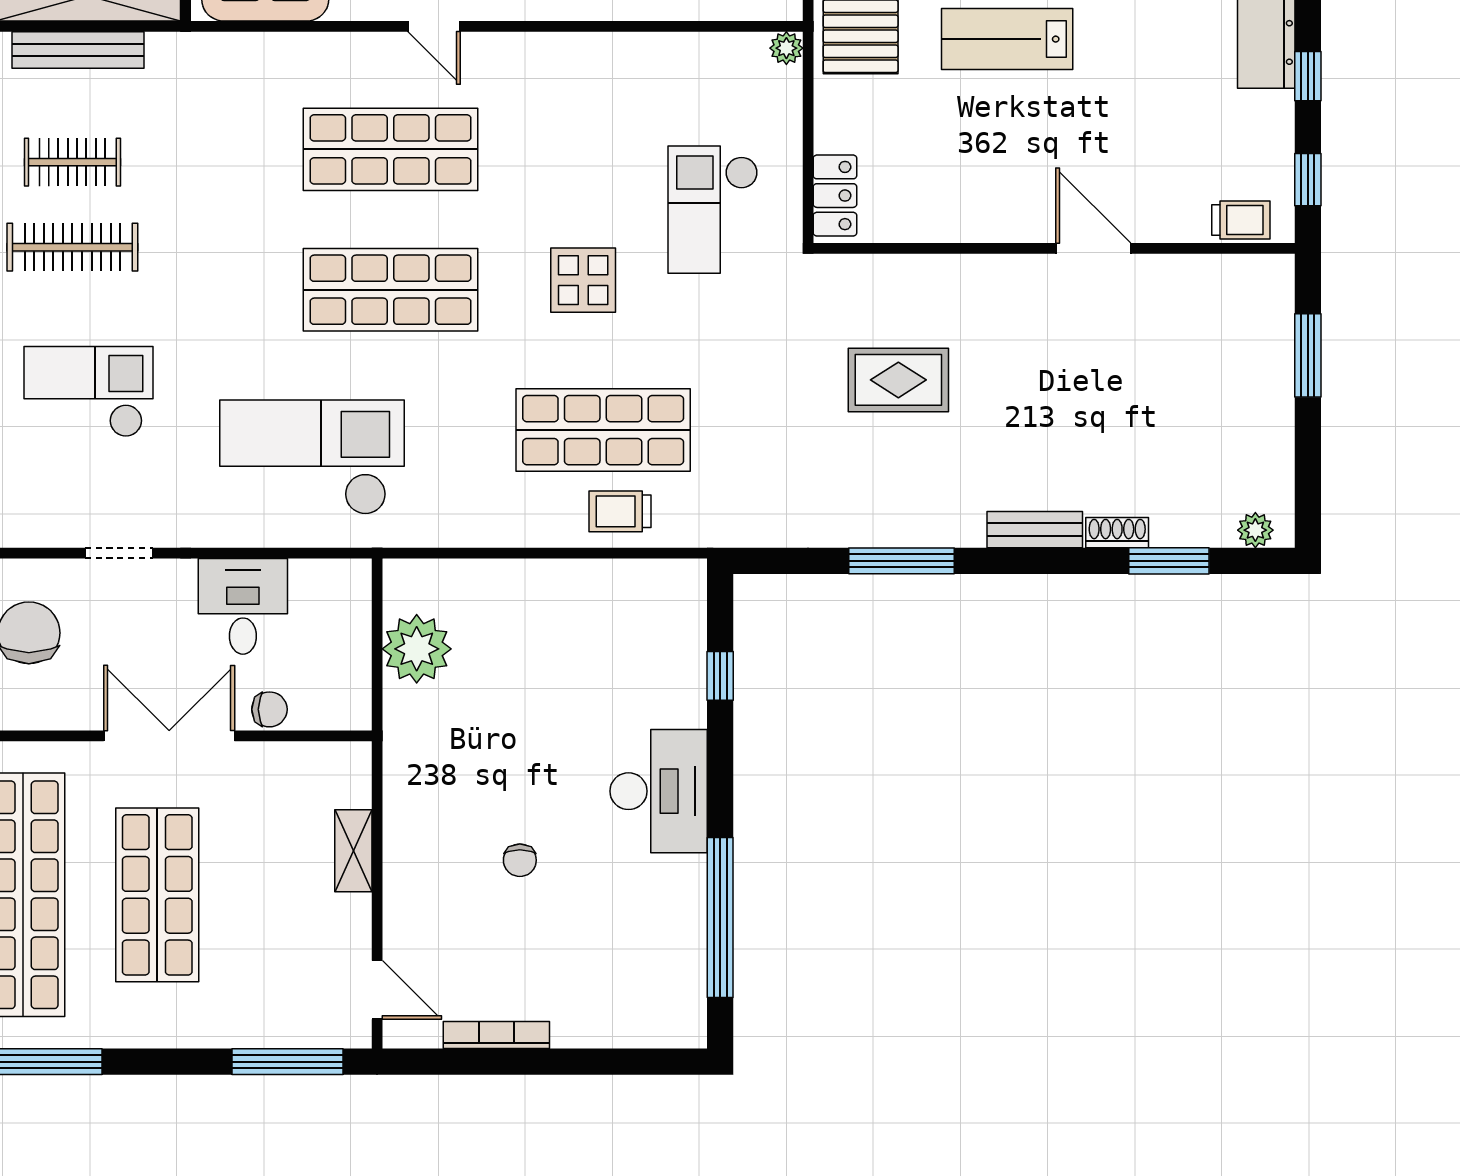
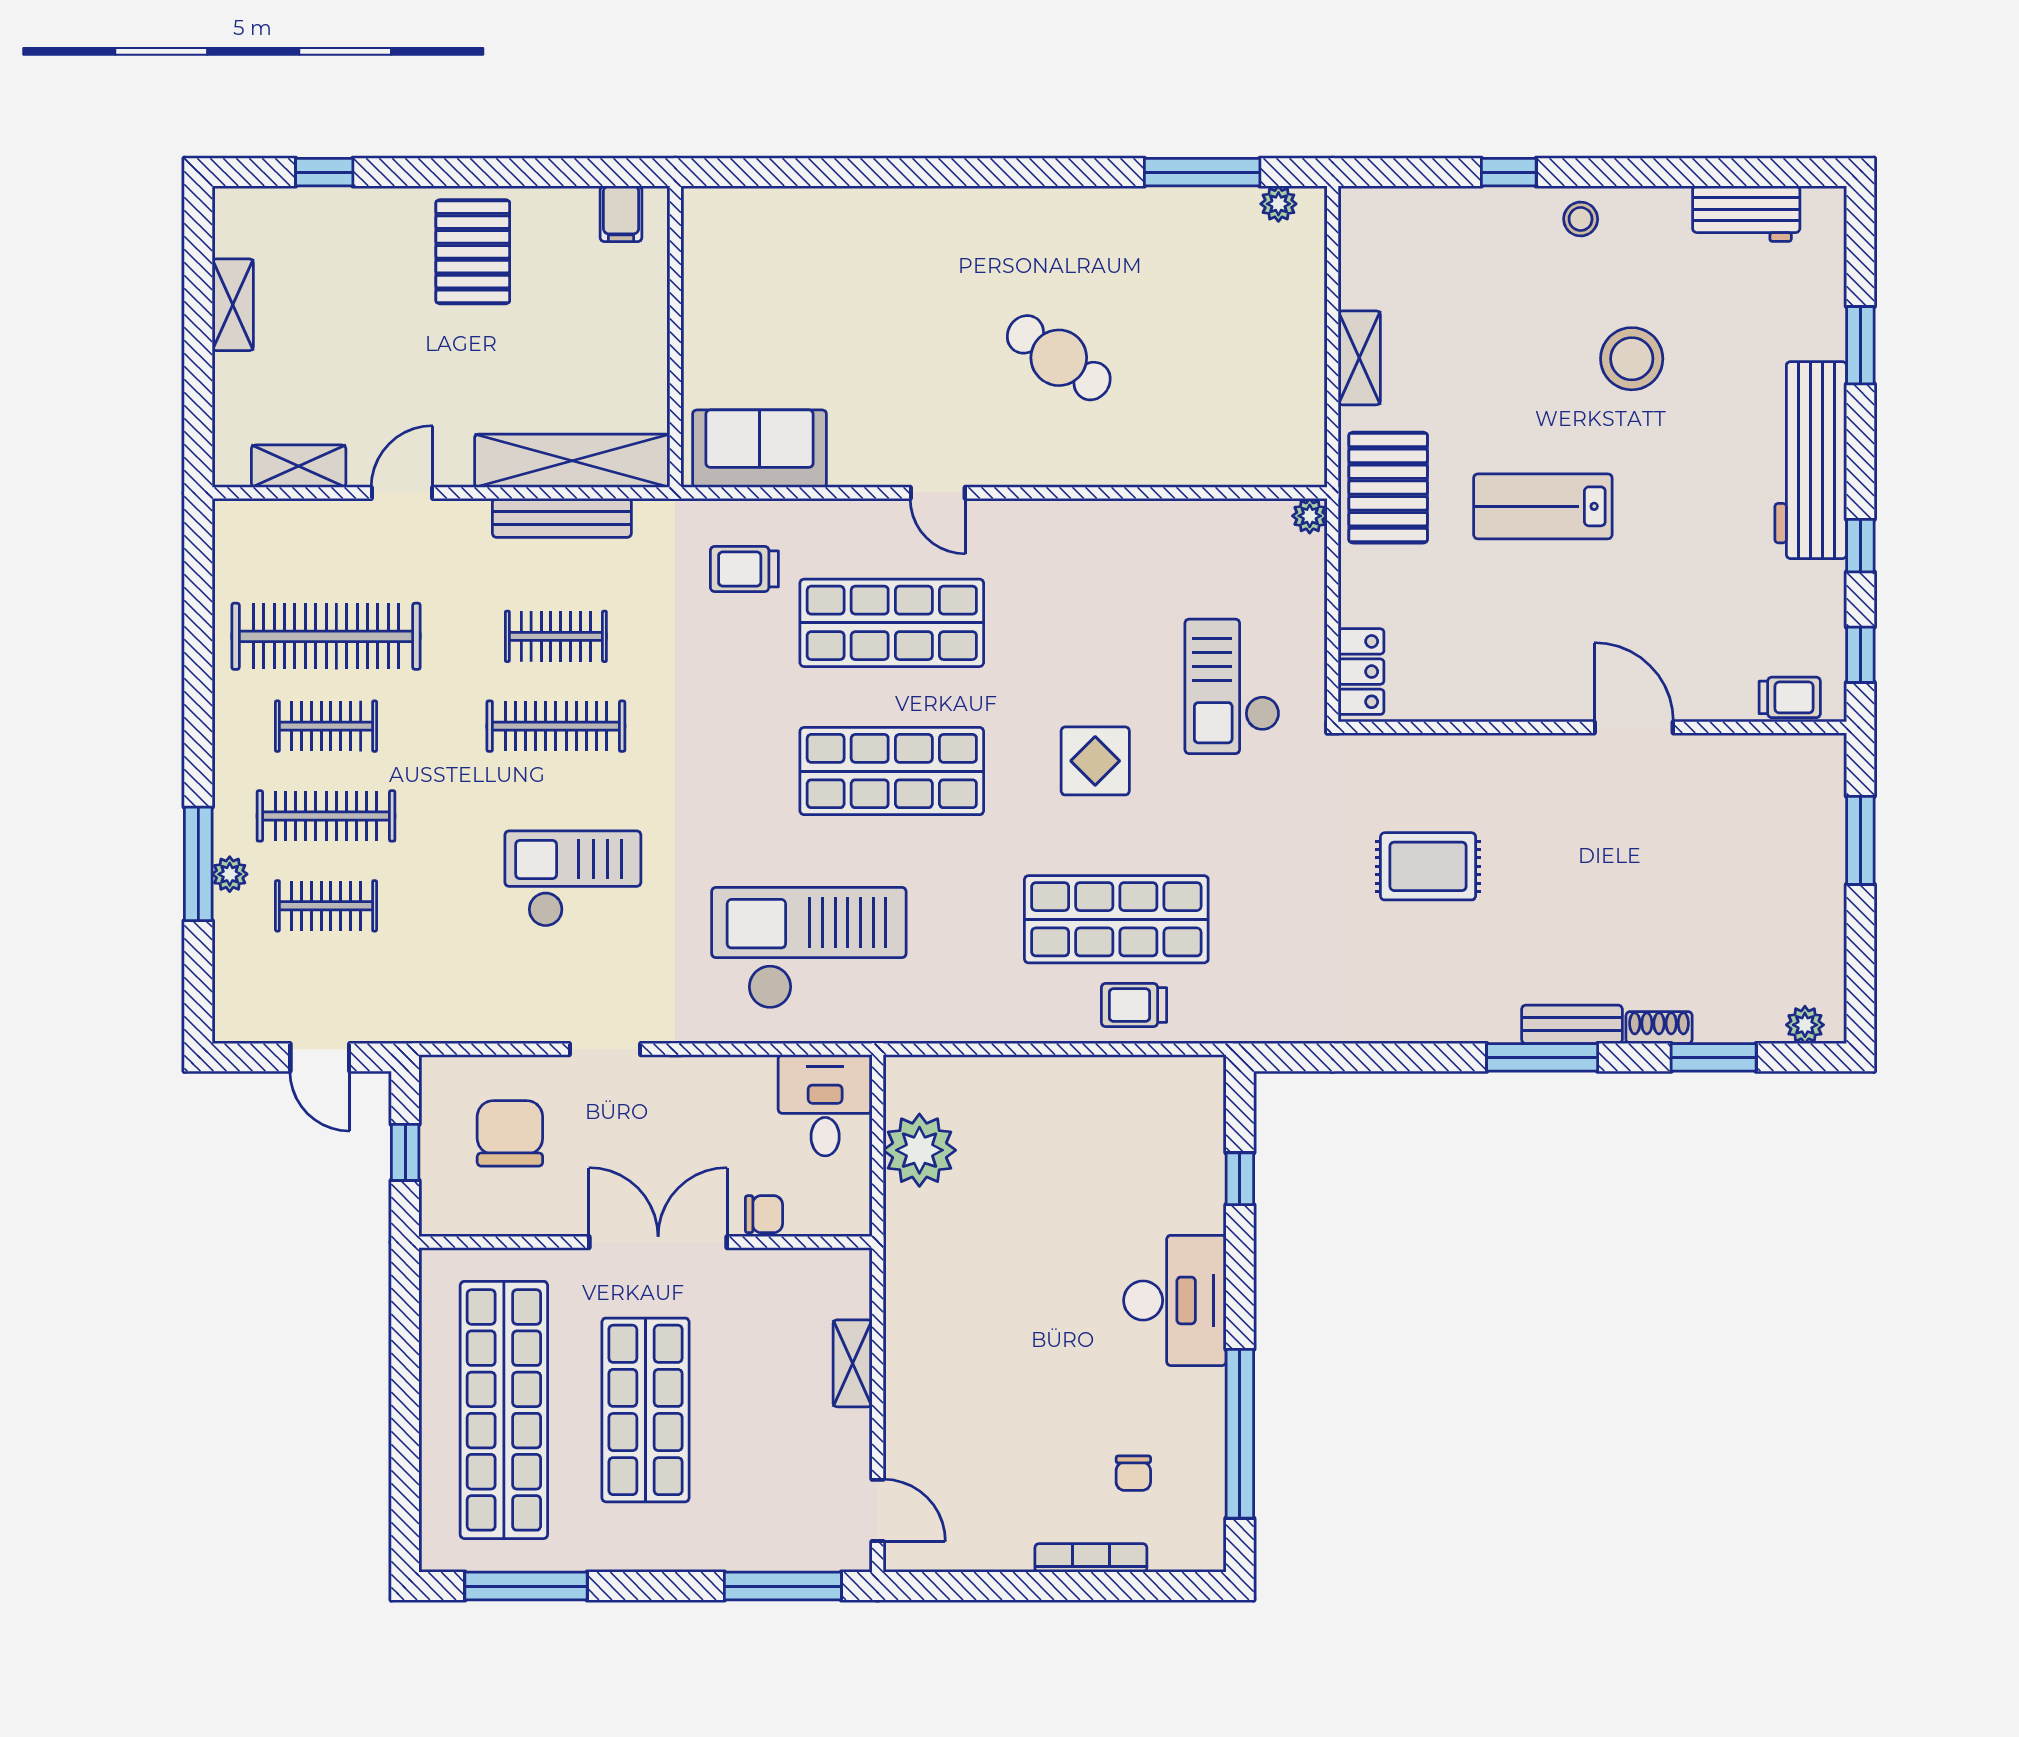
trolley: (251, 98) -> (744, 569), added
window: (901, 561) -> (1542, 1057), moved
desk: (243, 606) -> (825, 1105), moved
chair: (520, 860) -> (1133, 1473), moved
bookcase: (496, 1035) -> (1091, 1558), moved

